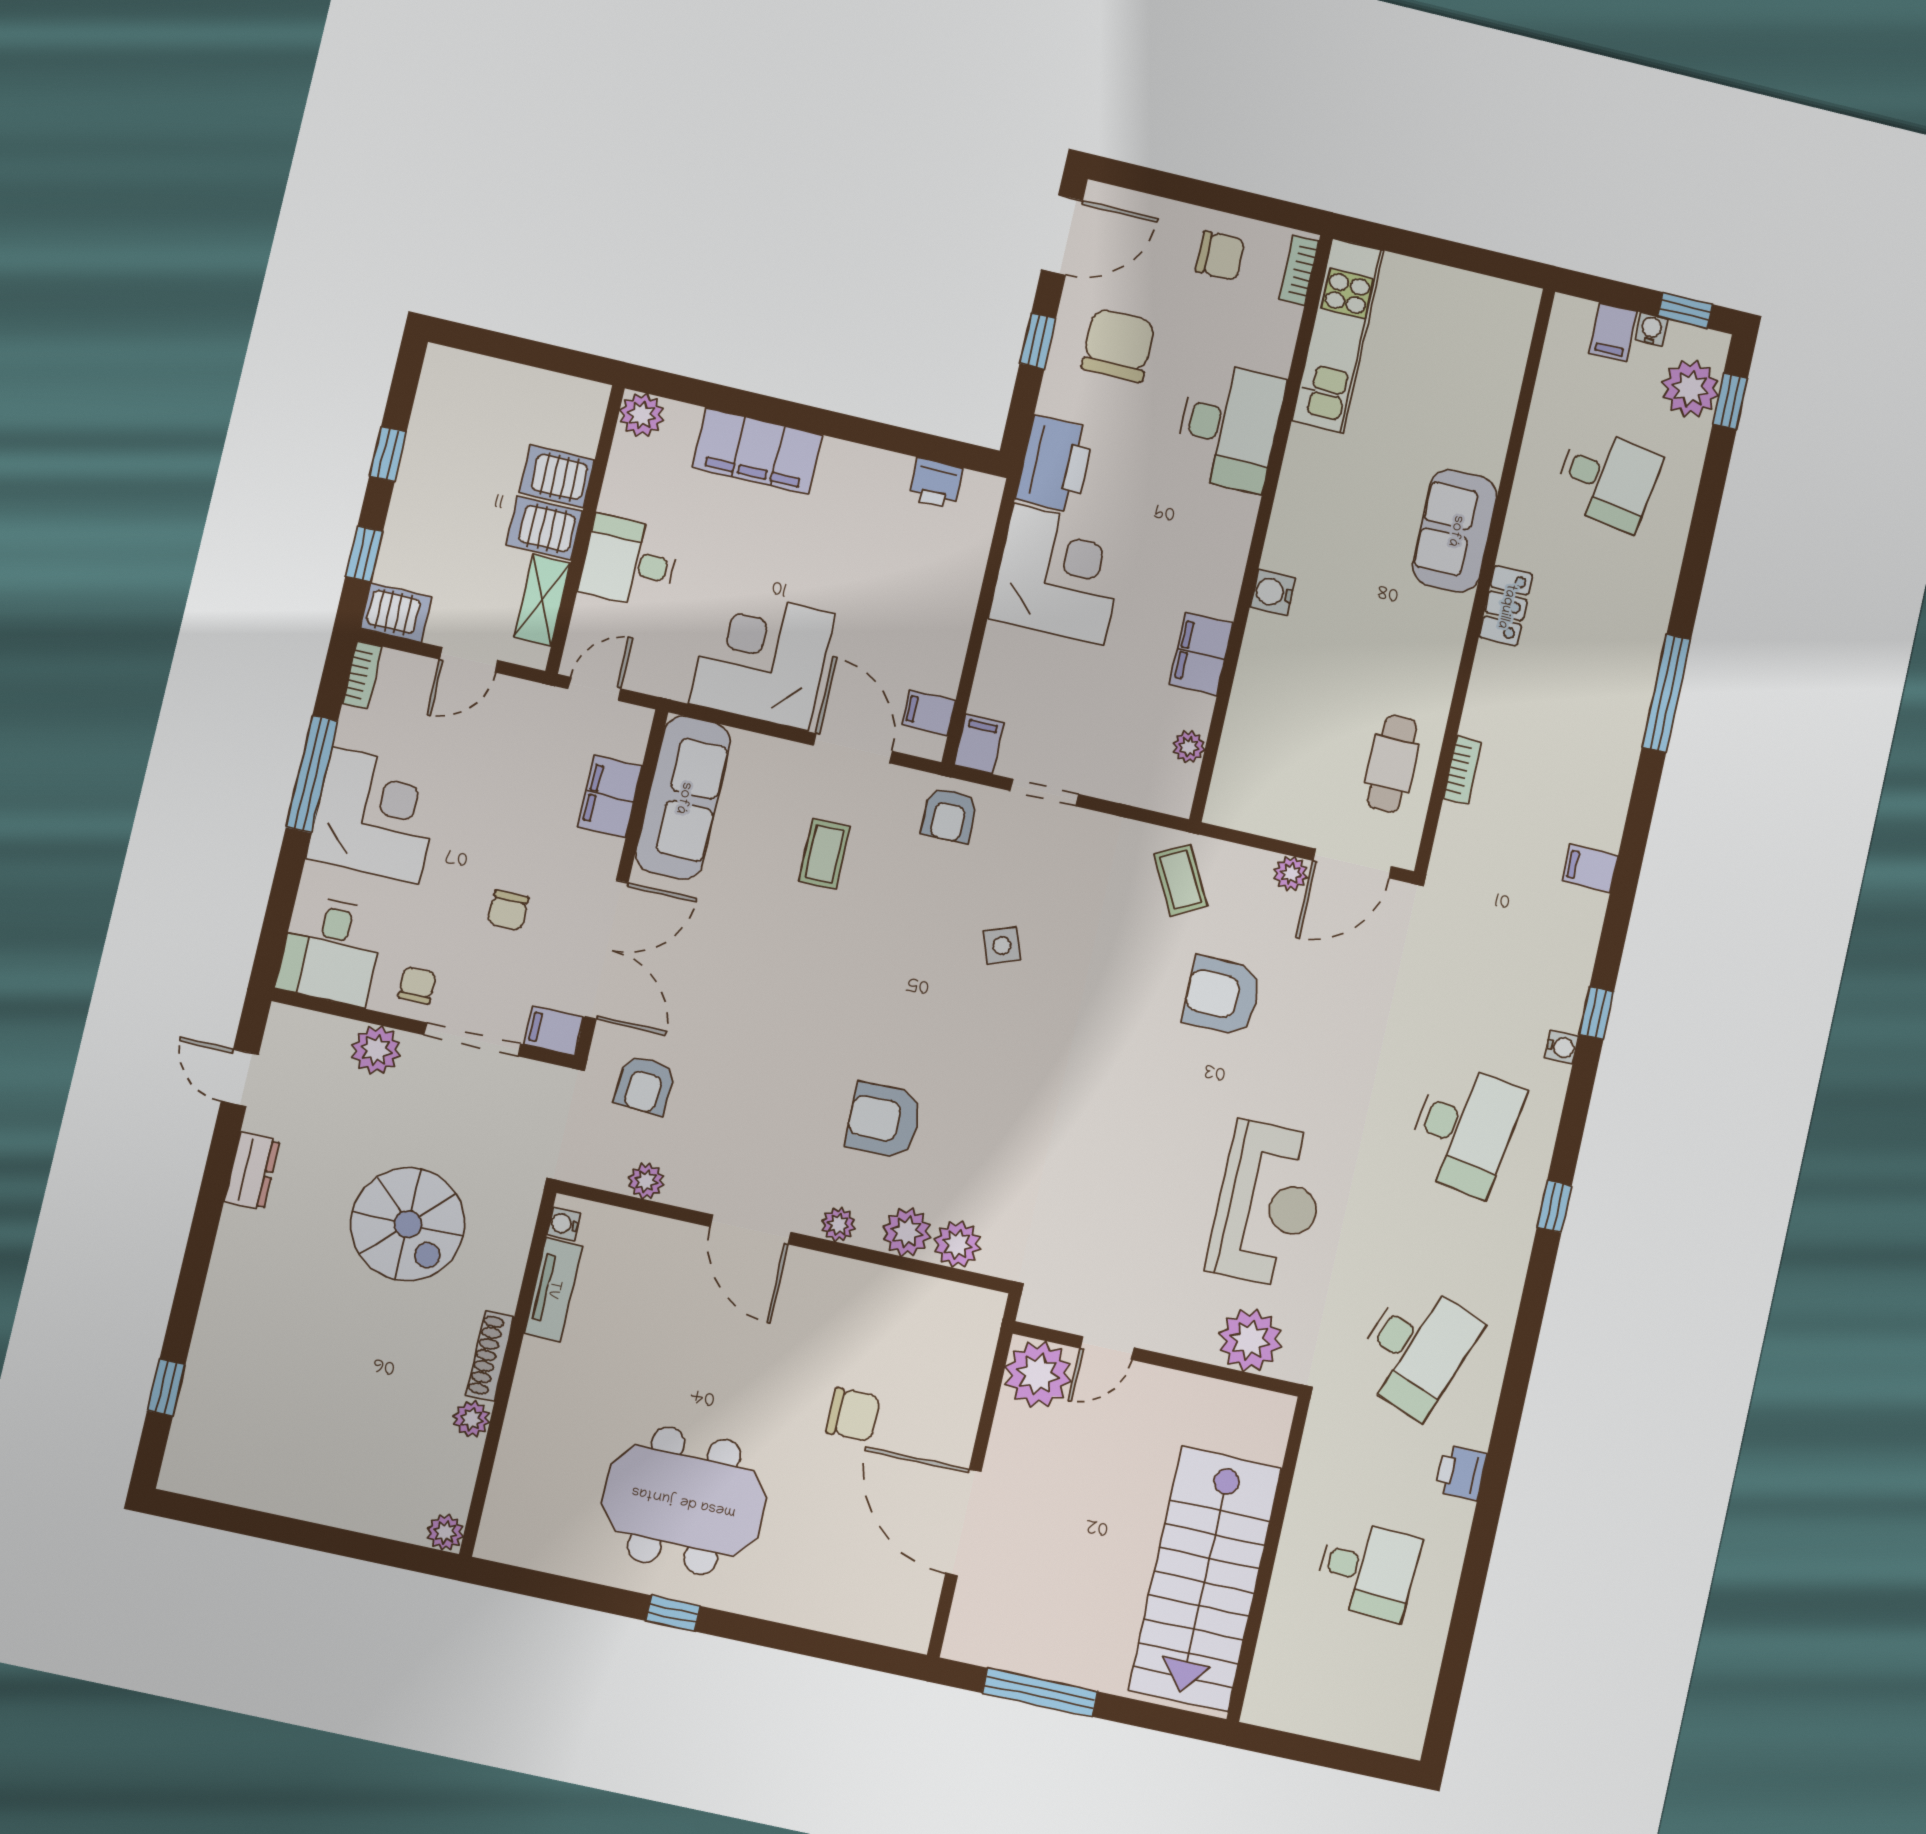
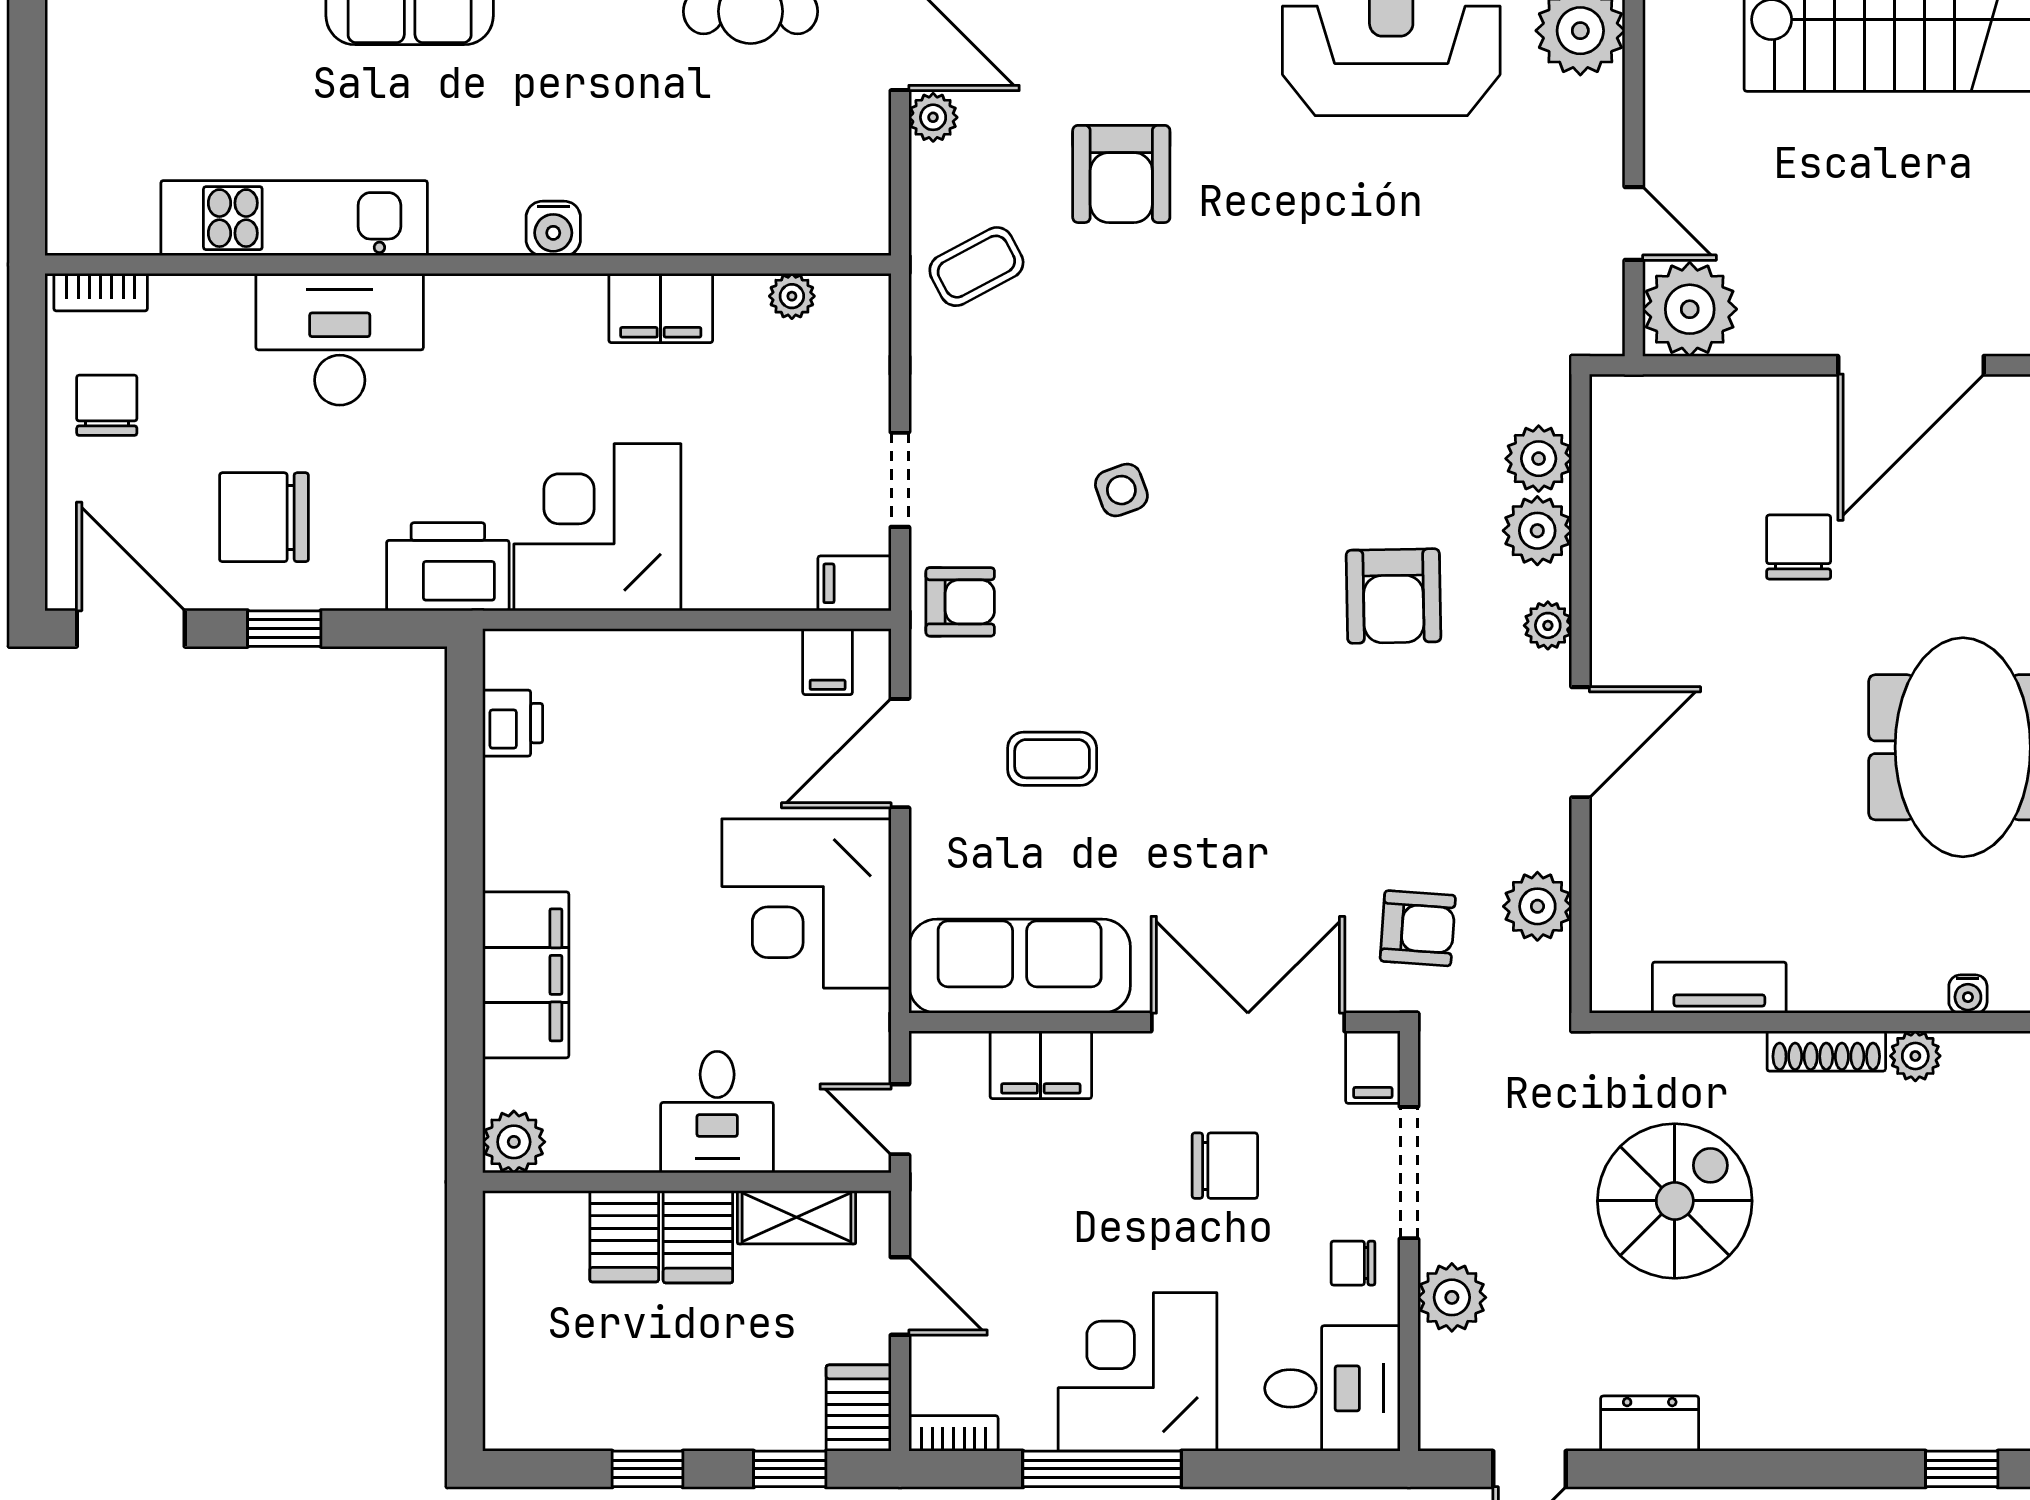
kitchen unit: (1338, 336) -> (294, 218), moved
chair: (508, 910) -> (1225, 1166), width x1.37, depth x1.37
plant: (646, 1181) -> (1537, 906), width x1.38, depth x1.38
water cooler: (563, 1224) -> (1968, 994), moved

